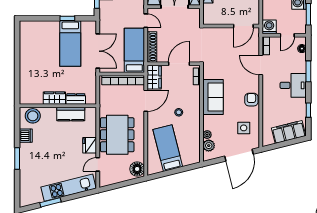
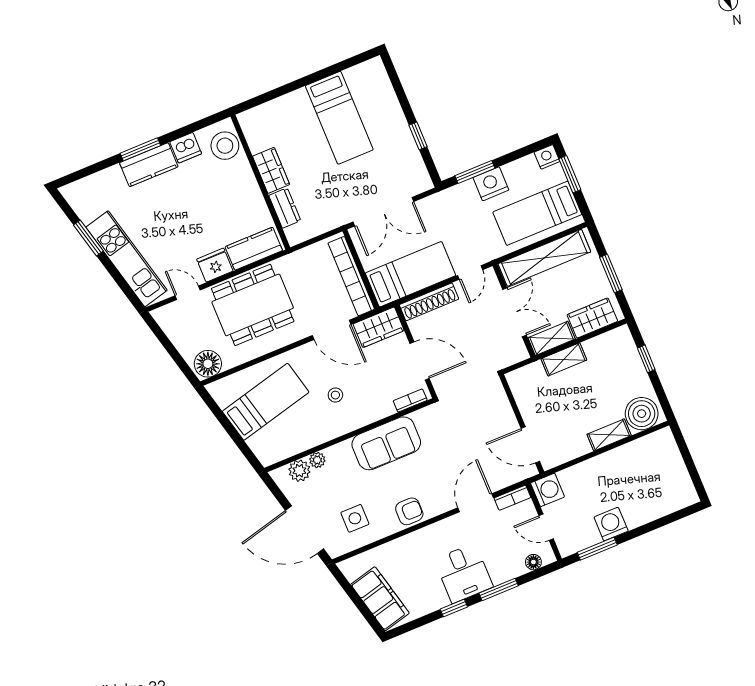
bed: (70, 43) -> (339, 118), moved, turned -90
window: (308, 110) -> (454, 608), moved
kitchen counter: (71, 114) -> (254, 249), moved, turned 90
kitchen counter: (27, 157) -> (149, 165), added

